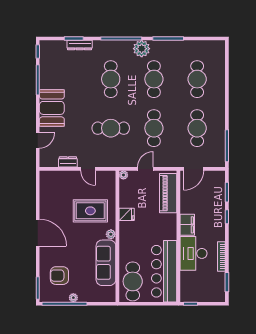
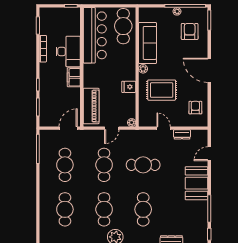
armchair: (53, 191) -> (195, 108), added
armchair: (59, 276) -> (190, 31), turned -90

